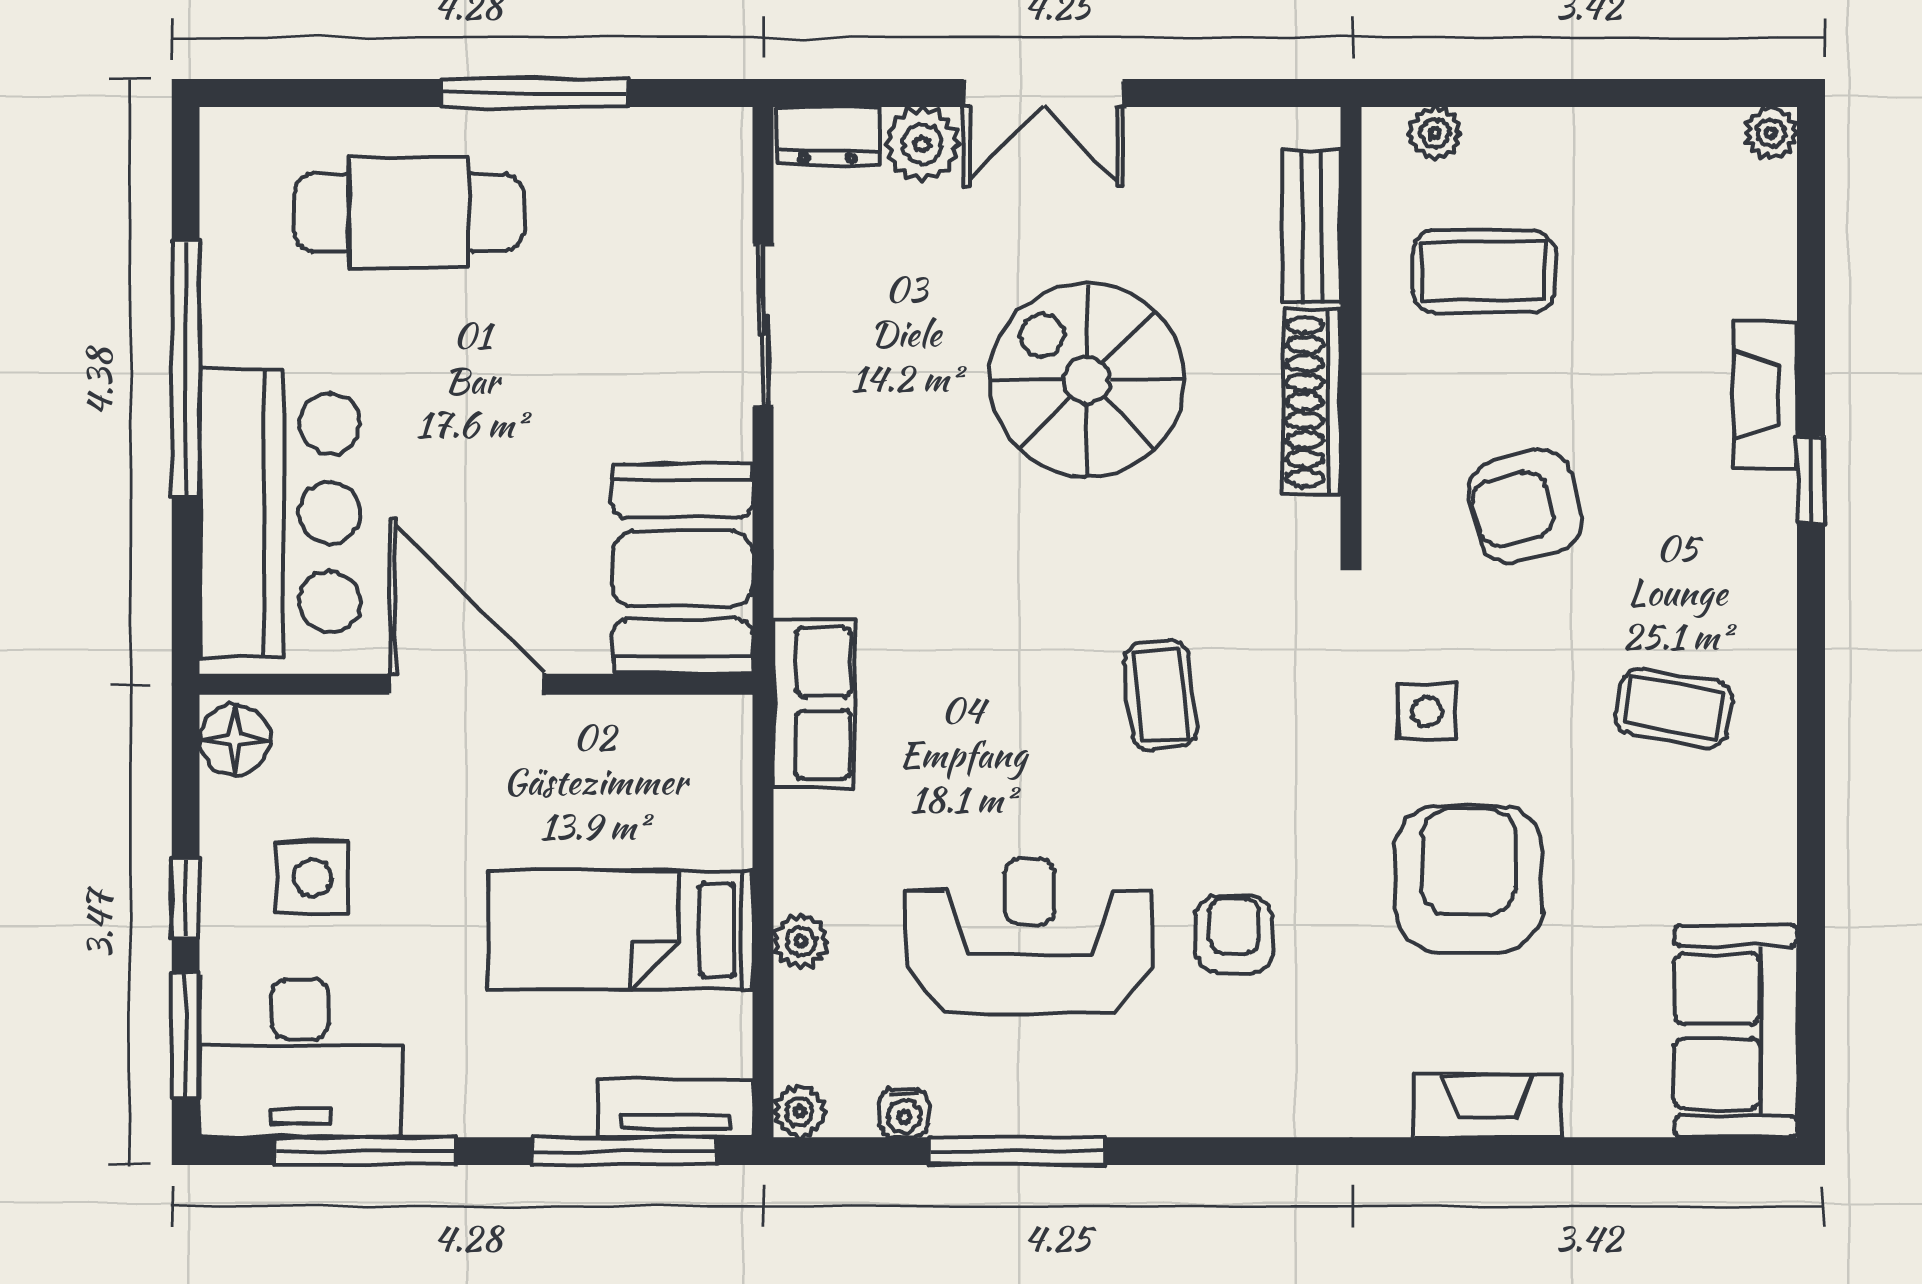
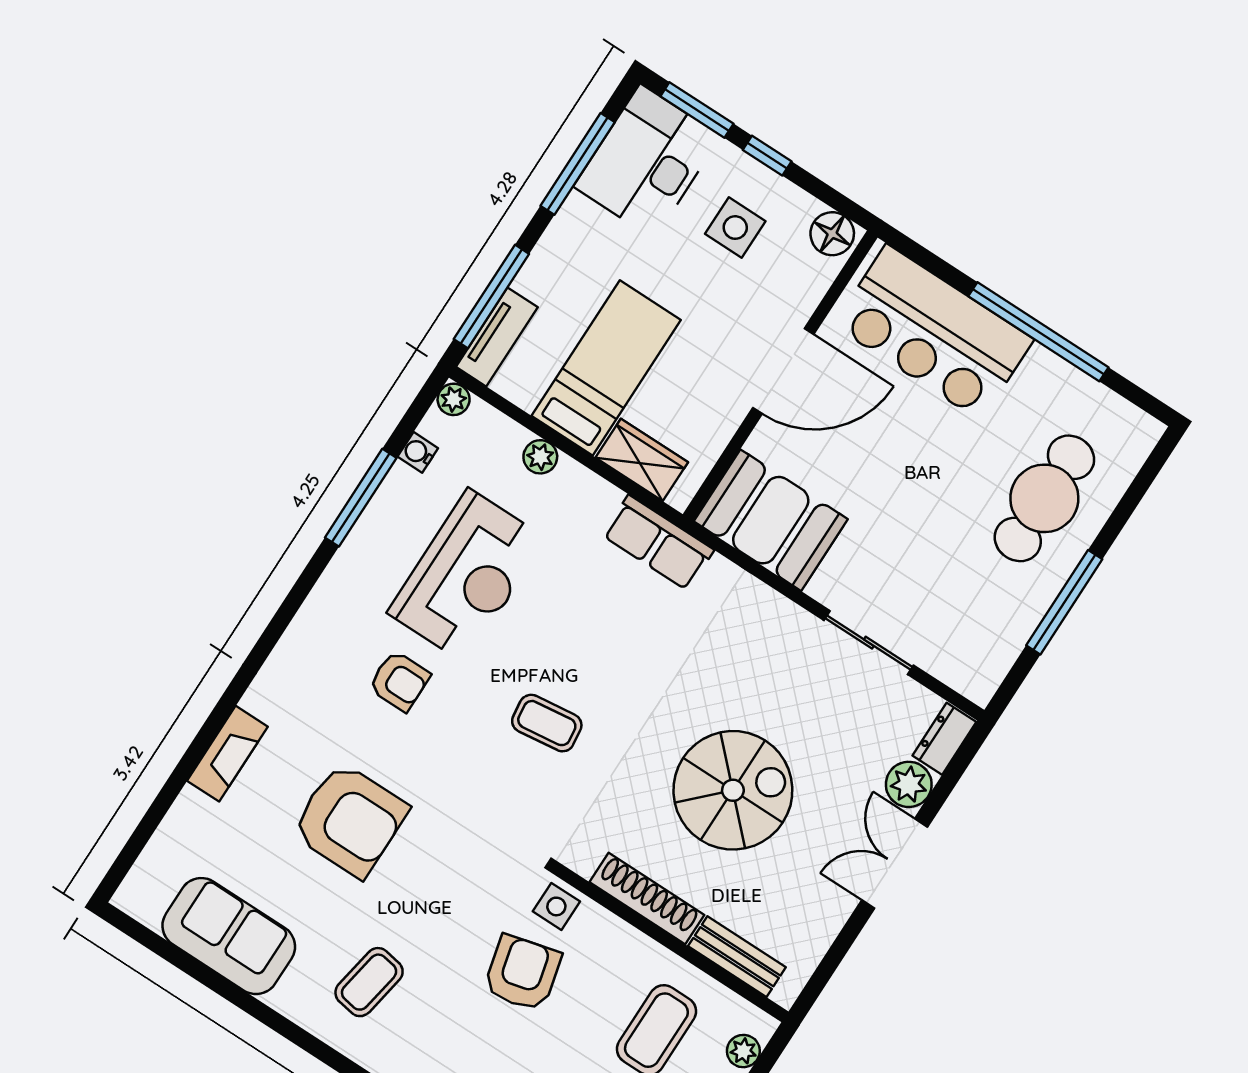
side table: (1427, 712) -> (556, 906), moved
wardrobe: (715, 799) -> (642, 460), added
sofa: (1736, 1031) -> (229, 936), moved

